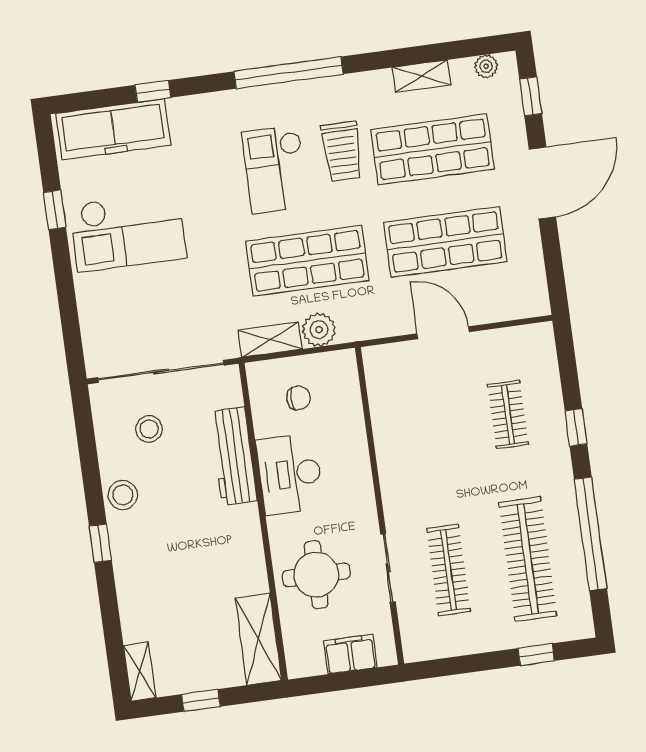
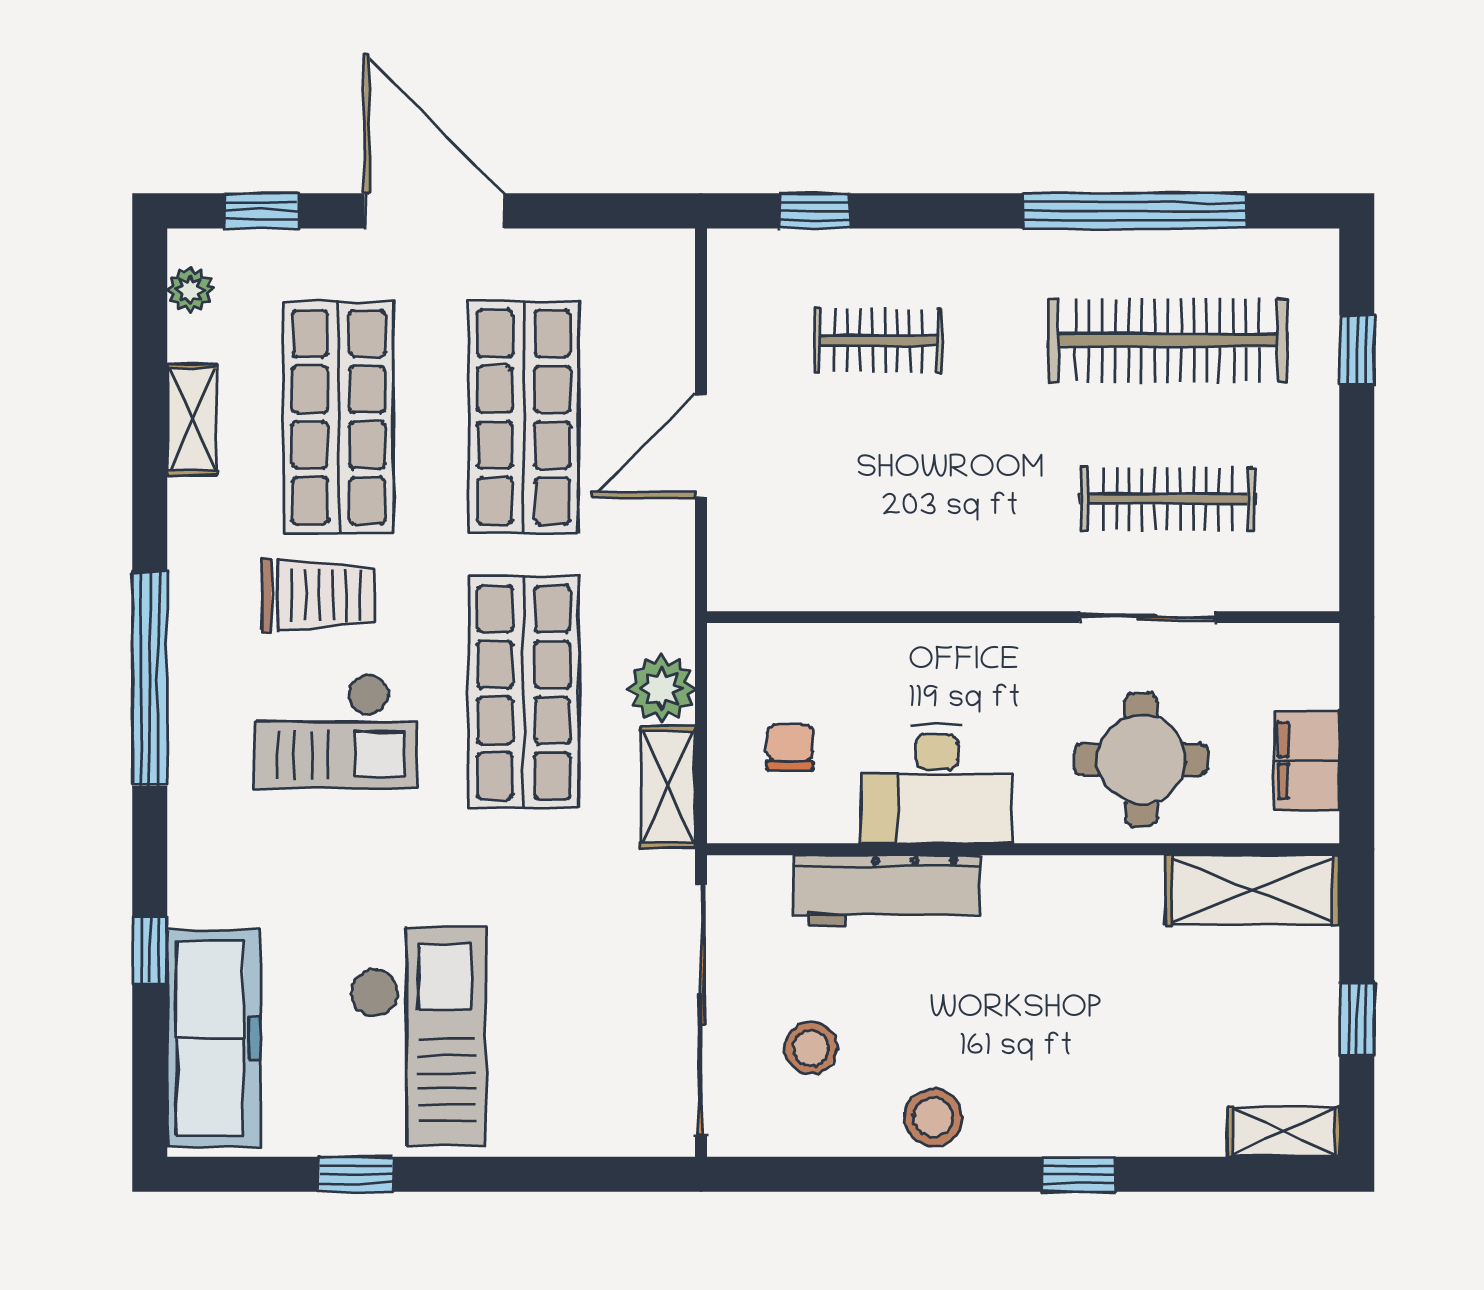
window: (576, 427) -> (814, 211), moved
window: (100, 543) -> (1079, 1174), moved
filing cabinet: (350, 654) -> (1306, 760), moved

